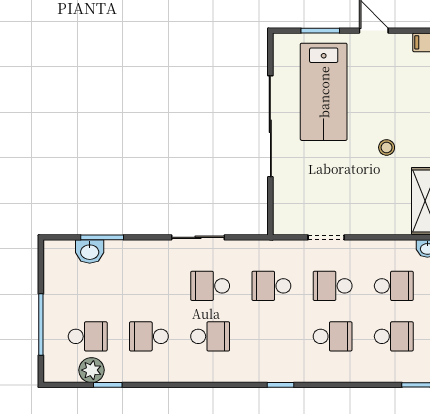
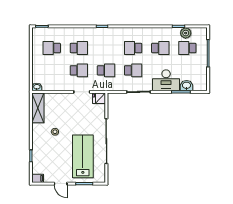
fridge: (287, 223) -> (99, 98), added
desk: (136, 263) -> (166, 80), added
school desk: (394, 286) -> (52, 70), removed
school desk: (333, 336) -> (79, 48), turned 180

